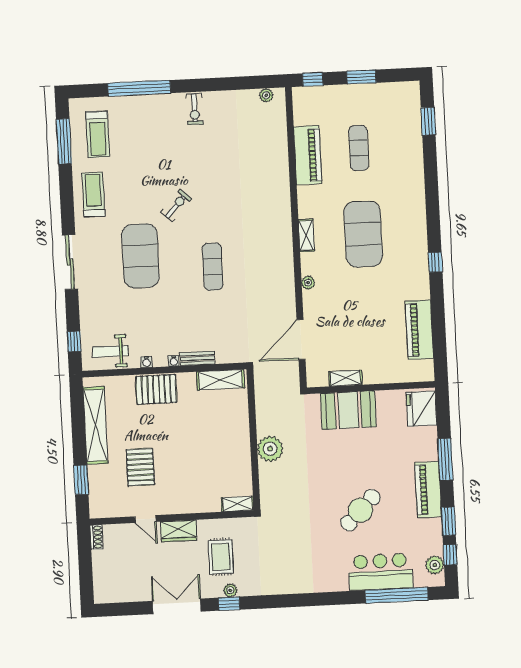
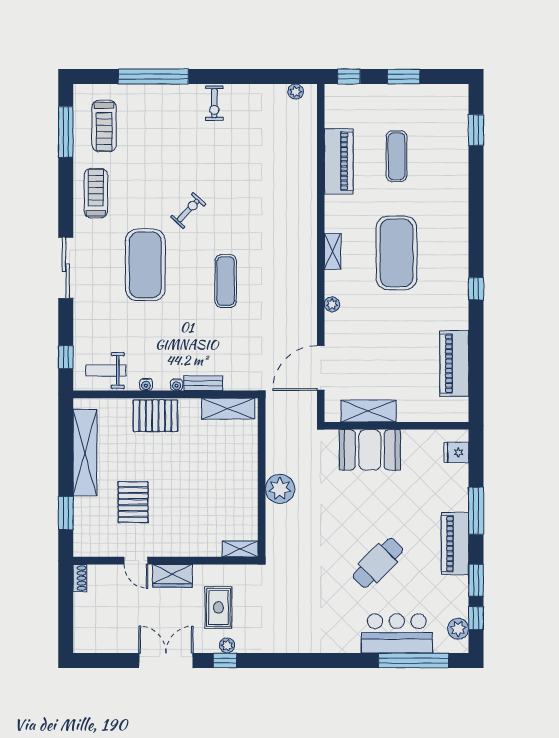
shelving: (345, 378) -> (369, 411), width x1.50, depth x1.33
fridge: (422, 409) -> (456, 452), width x0.53, depth x0.75

